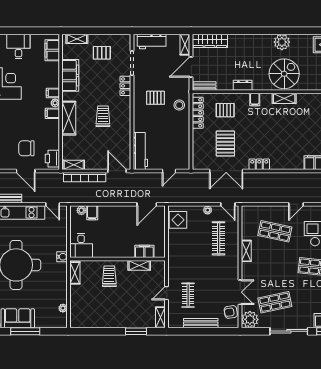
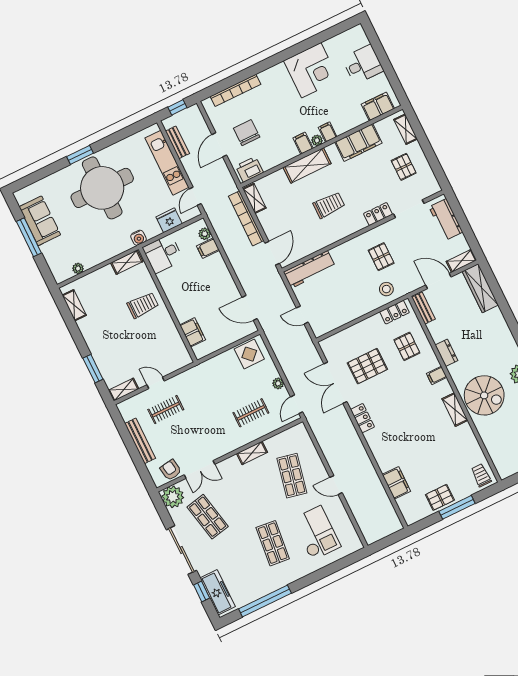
locker: (198, 113) -> (394, 312), width x0.66
fridge: (60, 230) -> (169, 220), added
clothes rail: (219, 238) -> (251, 413), width x0.73
shelving: (139, 265) -> (74, 305), moved

